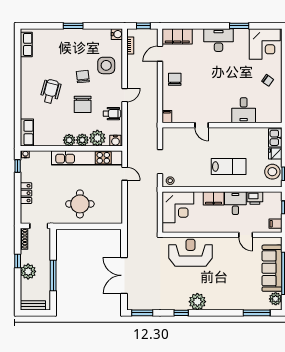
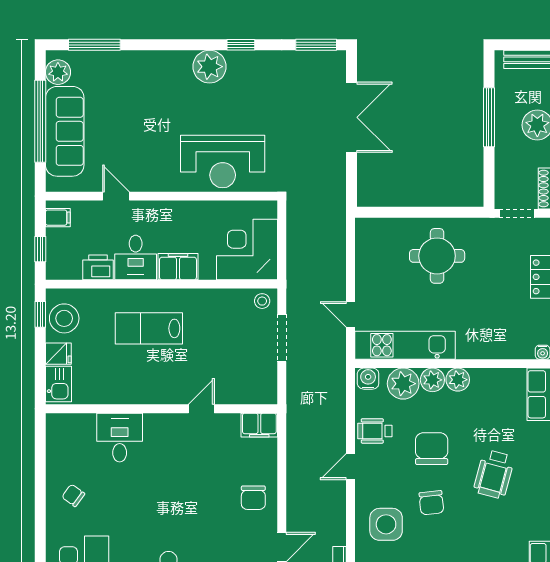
filing cabinet: (167, 117) -> (259, 425), width x2.00
door: (202, 125) -> (201, 409), hinge flipped
kitchen unit: (87, 158) -> (405, 345), width x0.73

